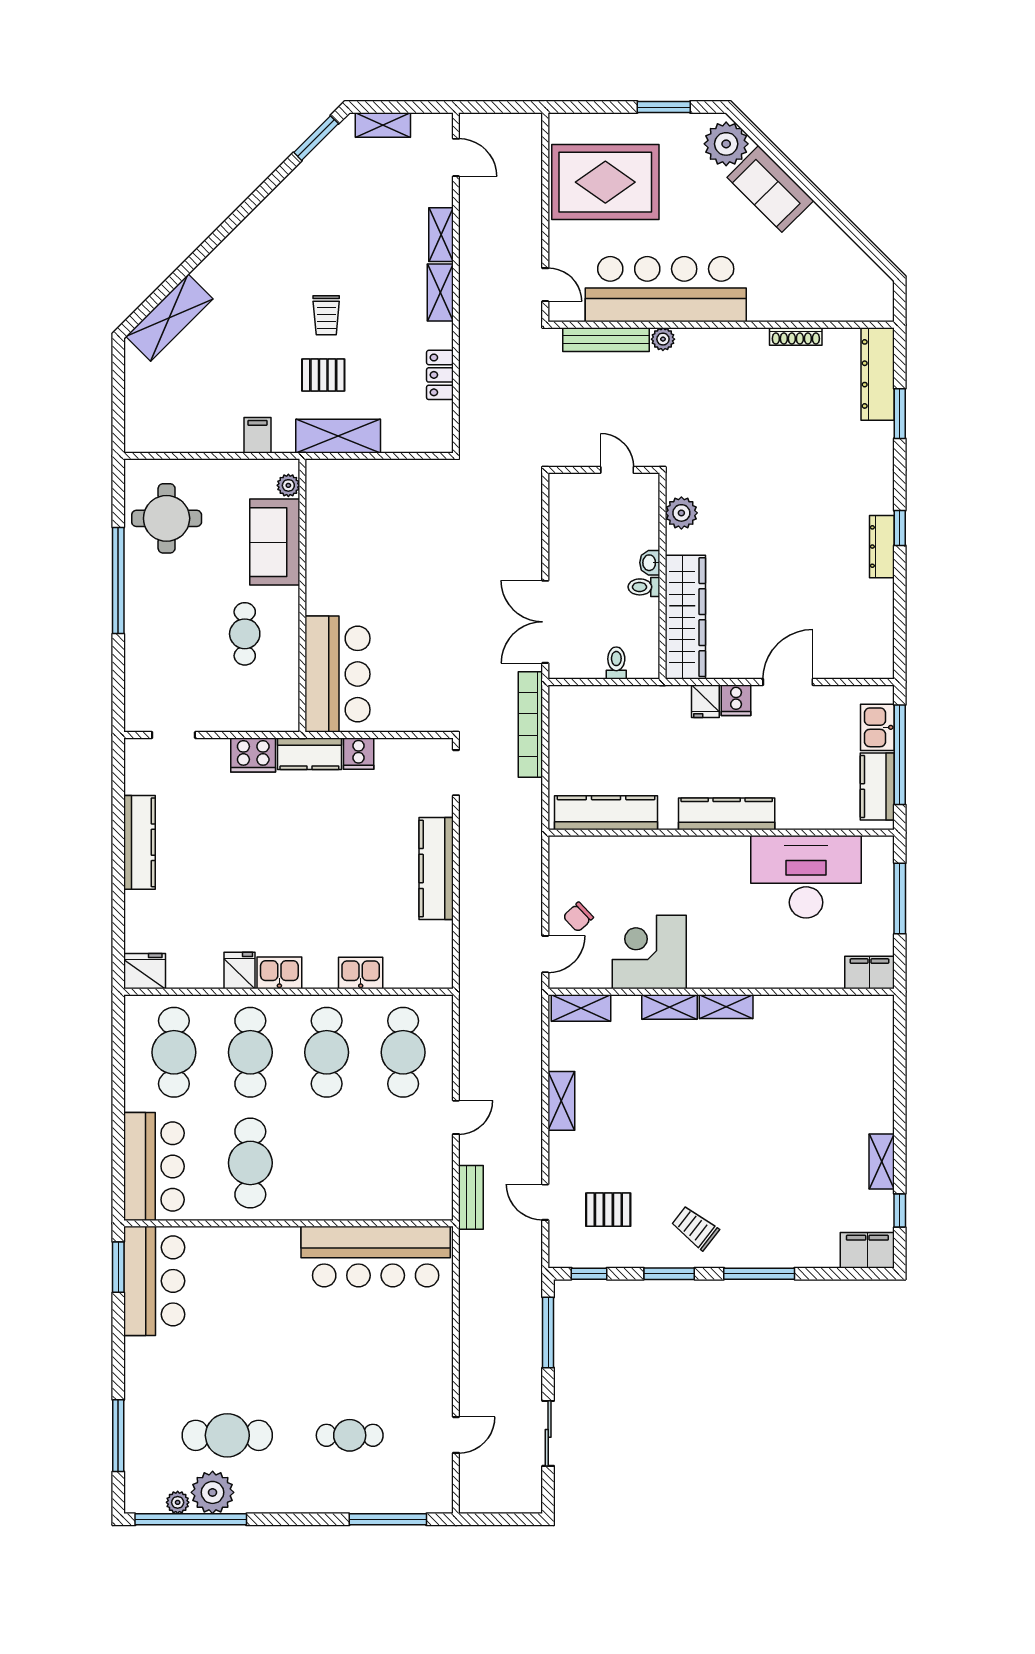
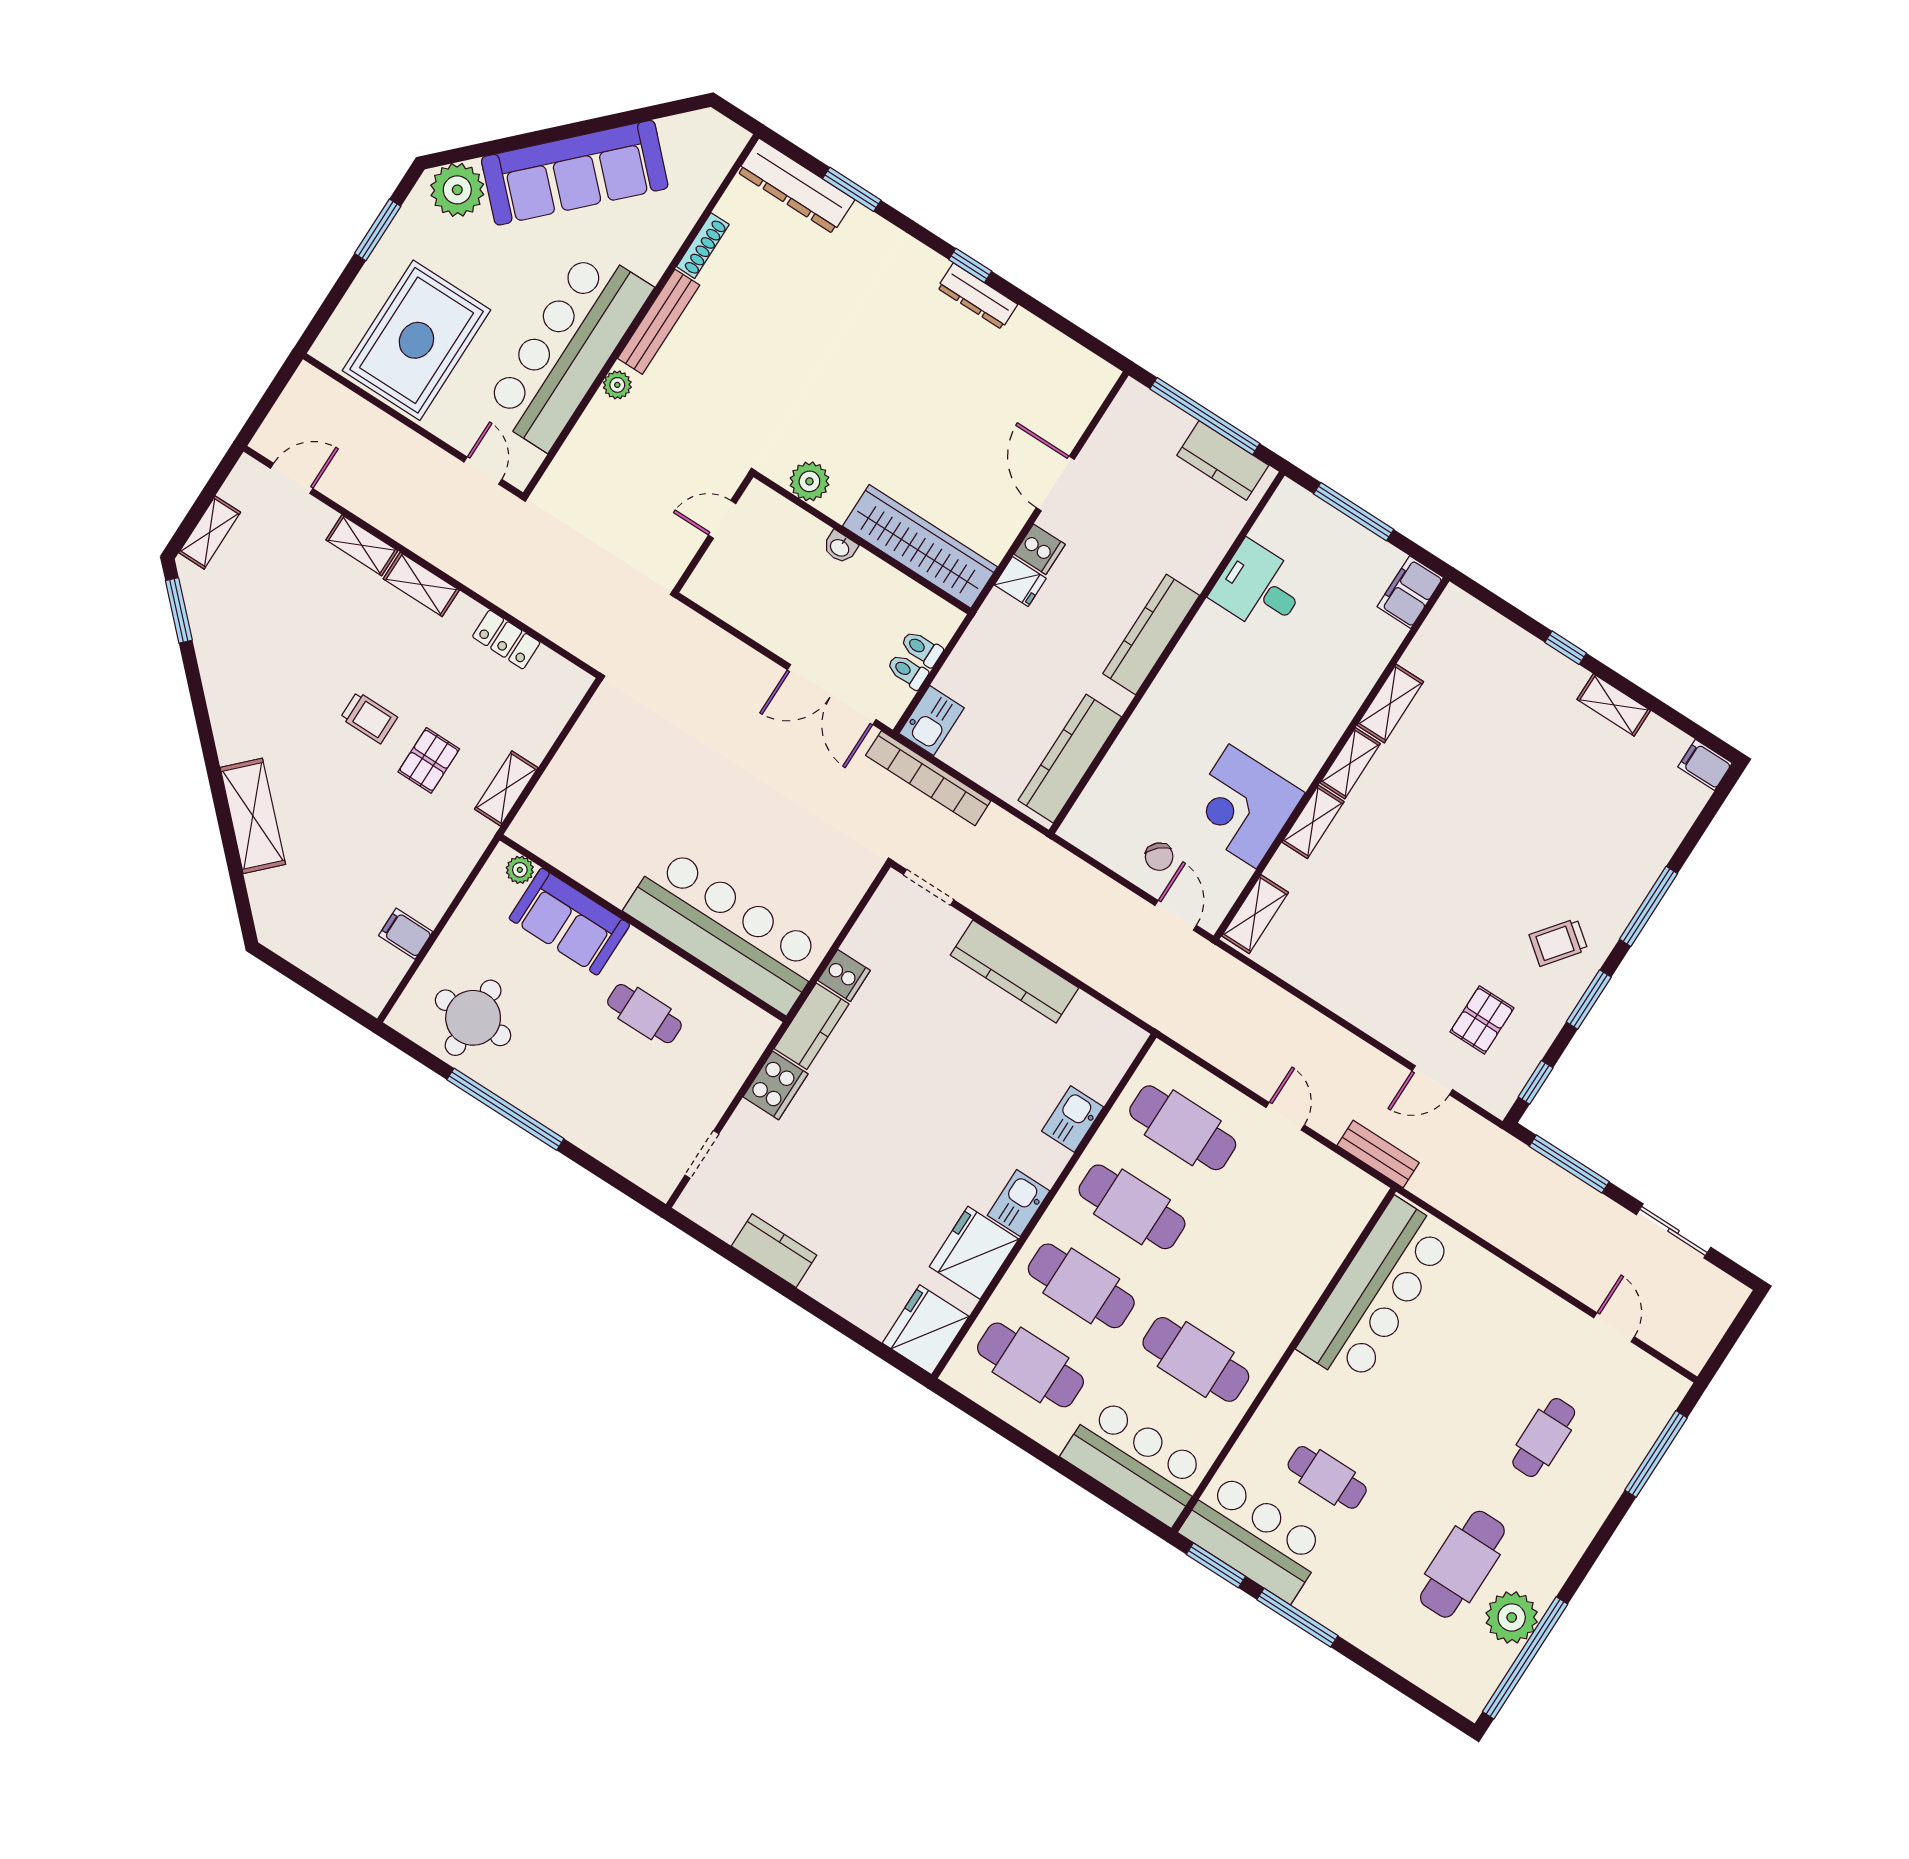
sofa: (770, 189) -> (575, 173), width x1.85, depth x1.27
door: (545, 285) -> (483, 471), hinge flipped
shelving: (169, 318) -> (253, 816), moved
bench: (606, 340) -> (659, 322), moved
filing cabinet: (257, 435) -> (406, 934), moved
shelving: (338, 436) -> (506, 788), width x0.67, depth x0.75
toilet: (644, 587) -> (907, 671), moved, turned 90
bar counter: (338, 674) -> (726, 930), width x1.36
kitchen sink: (877, 727) -> (932, 721), moved, turned -90
kitchen counter: (139, 842) -> (774, 1251), width x0.67
desk: (806, 877) -> (1259, 588), width x0.53, depth x0.77
fridge: (145, 971) -> (926, 1330), width x1.36, depth x1.34
fridge: (239, 971) -> (974, 1253), width x1.88, depth x1.34
shelving: (561, 1101) -> (1390, 703), moved, turned 90
window: (900, 1210) -> (1566, 648), moved
filing cabinet: (867, 1250) -> (1705, 765), width x0.50
cafe table: (227, 1305) -> (1327, 1477), added
window: (118, 1436) -> (1297, 1618), moved
plant: (178, 1502) -> (1499, 1660), removed

